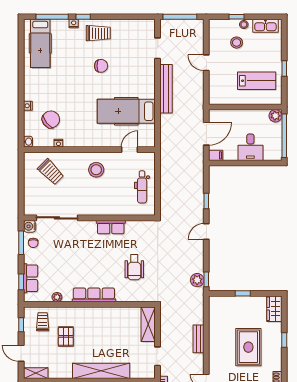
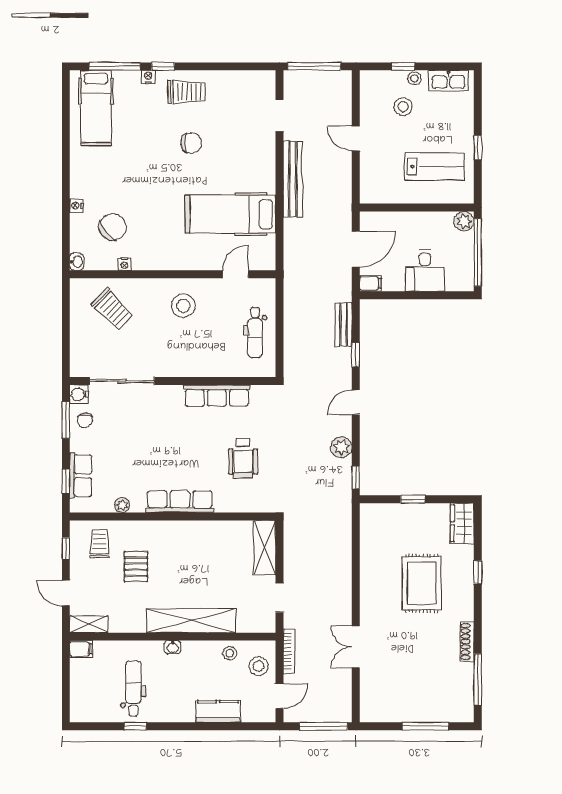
row of seats: (111, 227) -> (217, 396), width x1.48
plant: (197, 280) -> (341, 447), moved
bench: (199, 339) -> (344, 325), moved

